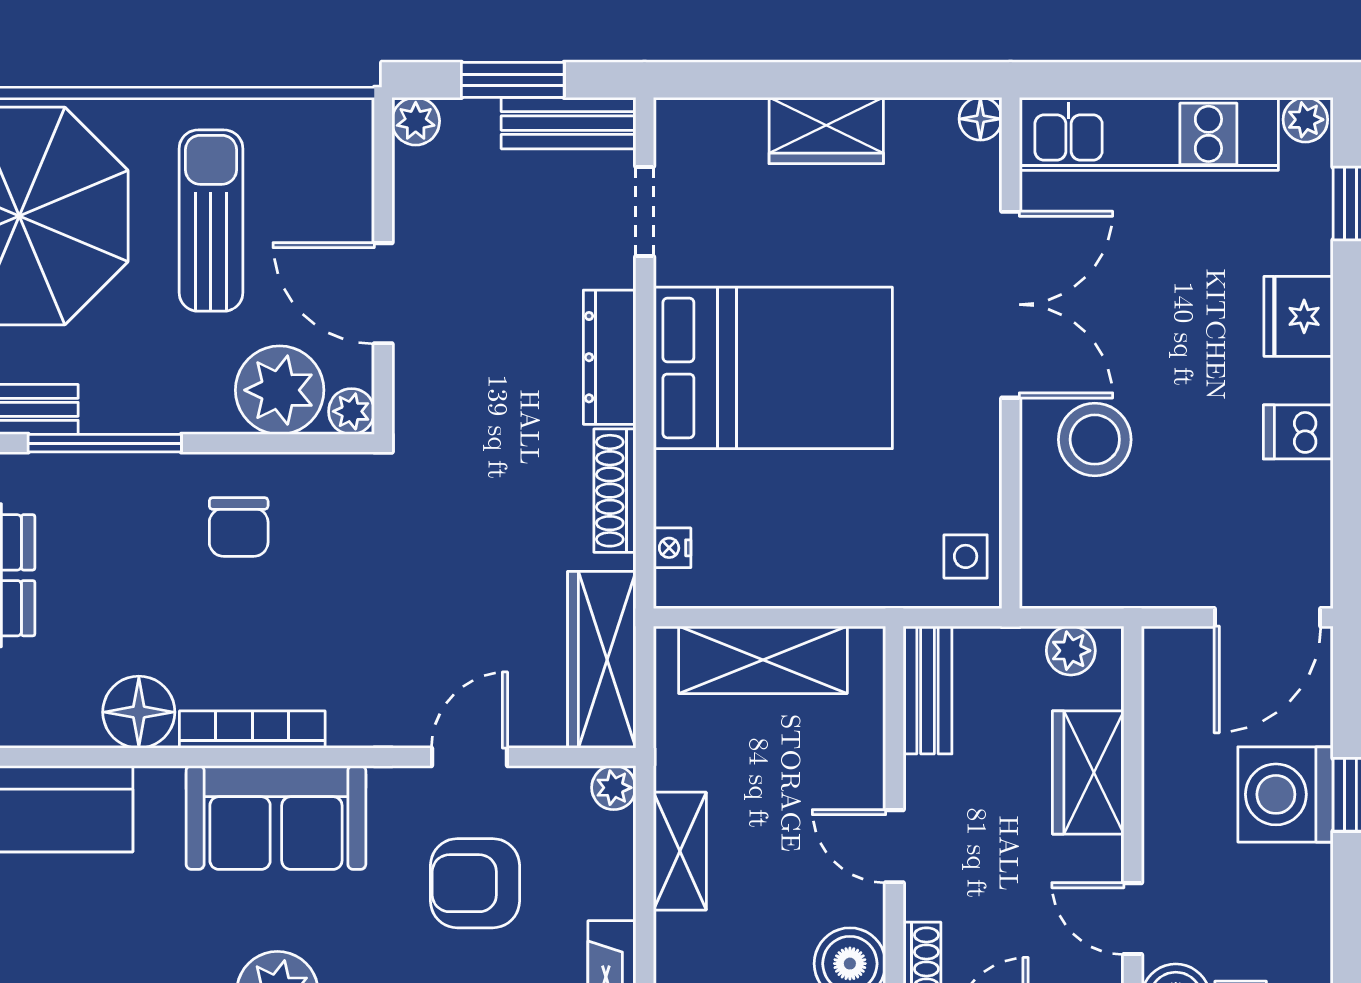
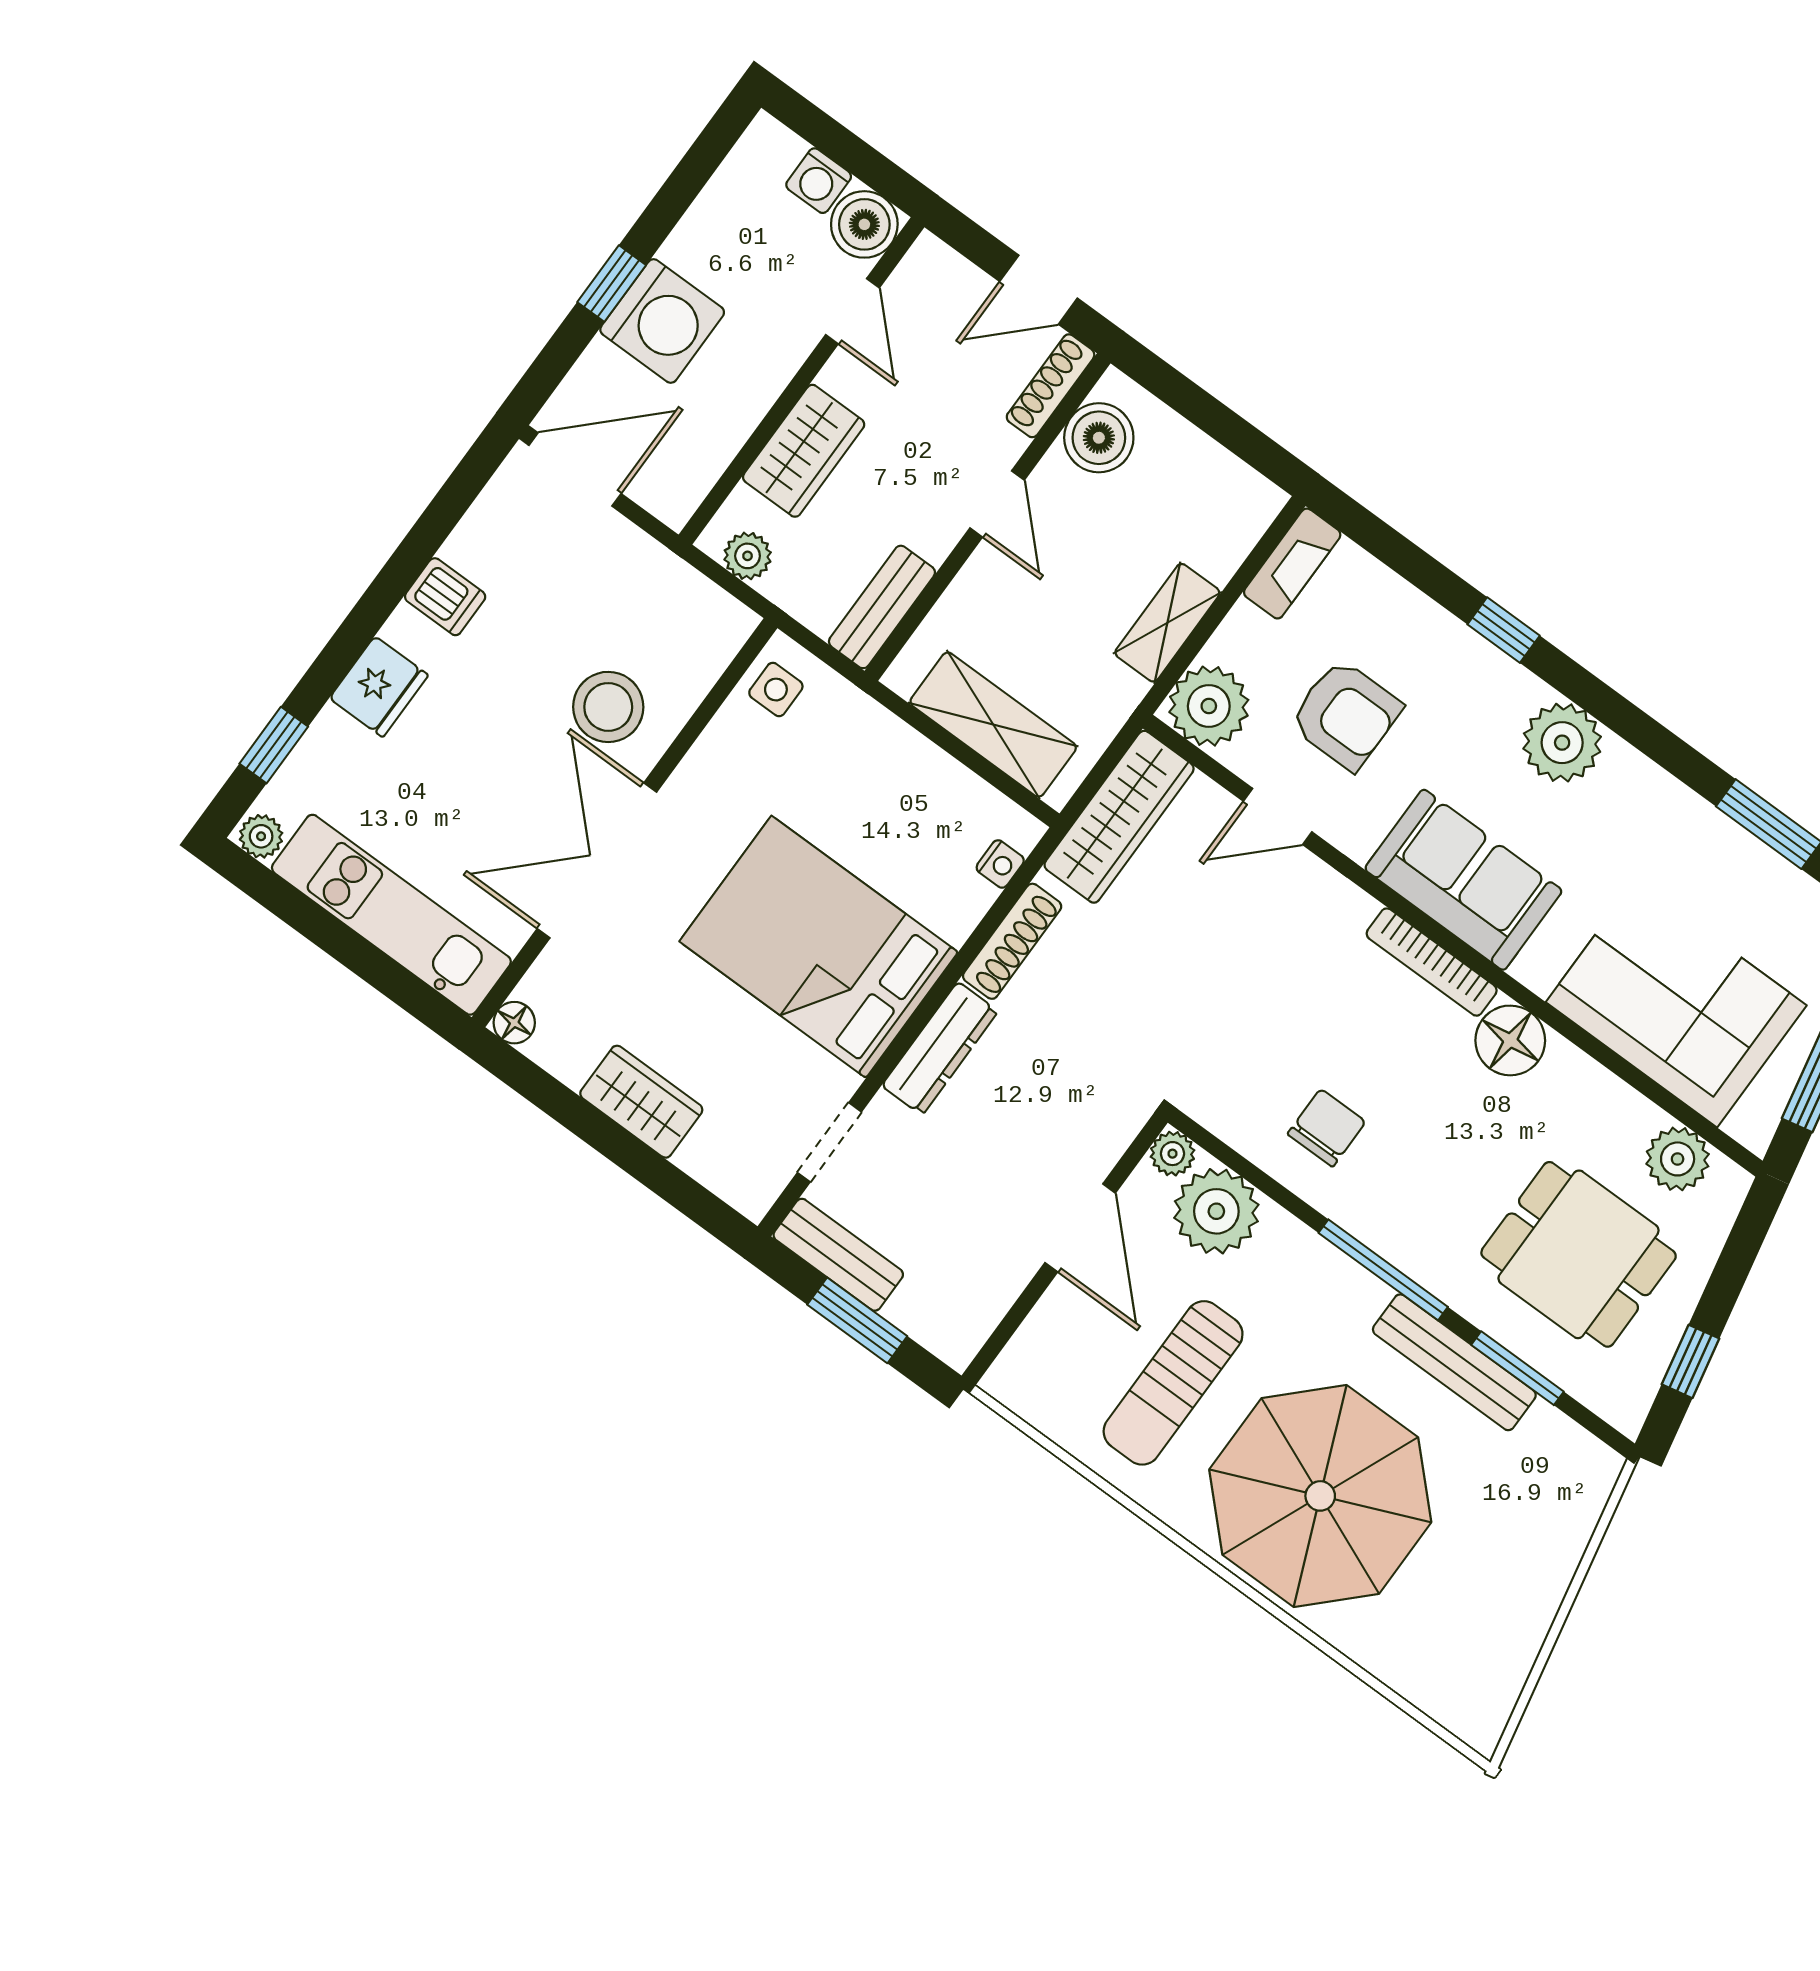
plant: (416, 121) -> (957, 1343), removed
plant: (614, 788) -> (1209, 706), width x1.87, depth x1.87

